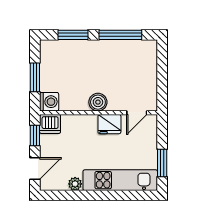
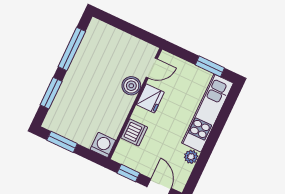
window: (35, 77) -> (62, 142), moved
boiler: (98, 102) -> (131, 86), moved
door: (137, 113) -> (152, 68), hinge flipped
dishwasher: (50, 124) -> (134, 132), moved

